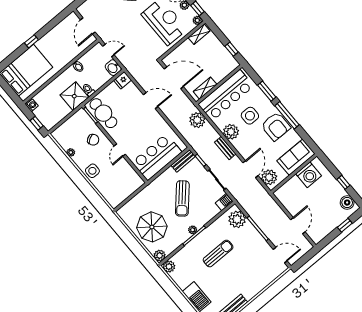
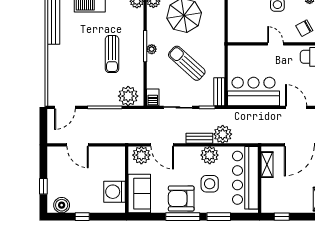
door: (151, 101) -> (296, 107), swing flipped
plant: (197, 120) -> (223, 134), moved
bar counter: (157, 157) -> (254, 92), moved, turned -90

